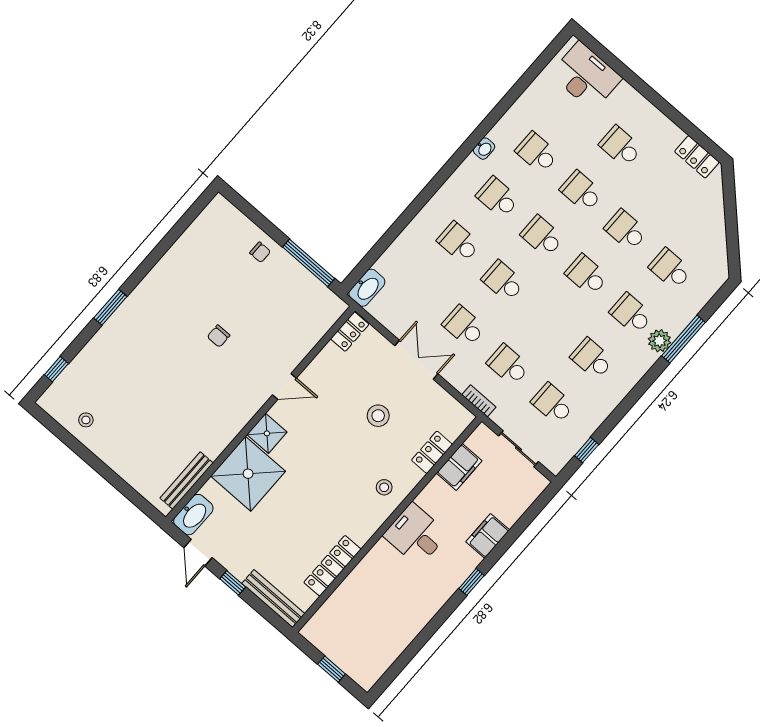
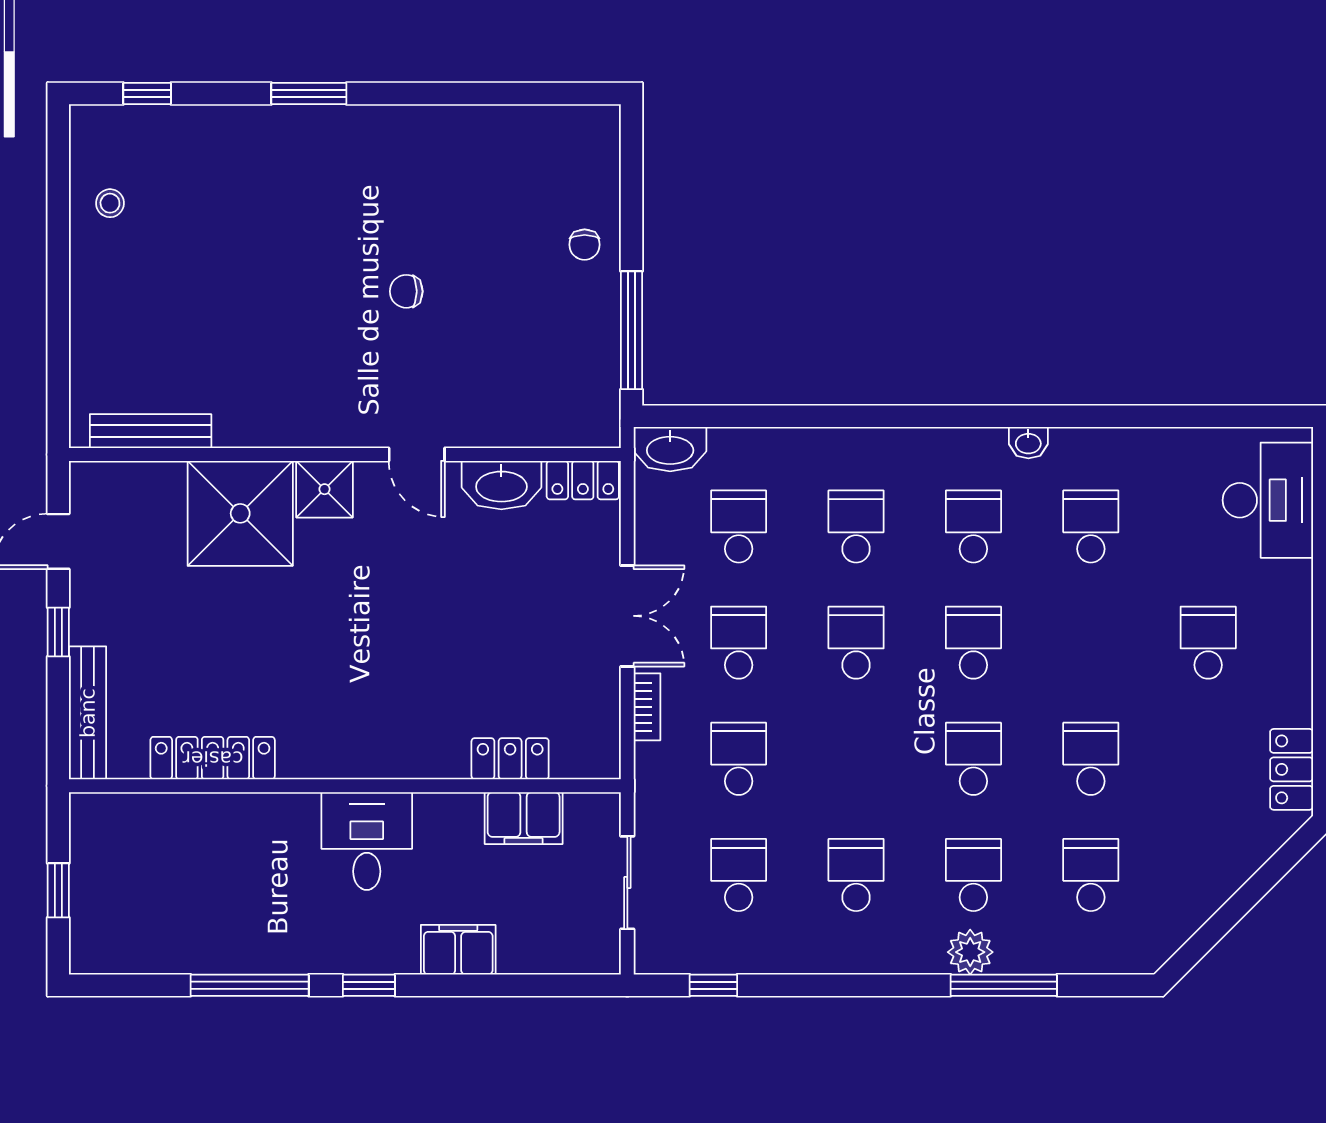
school desk: (581, 191) -> (739, 526), moved
bookcase: (479, 401) -> (647, 707), moved
stool: (378, 416) -> (495, 631), removed
stool: (384, 487) -> (396, 733), removed
washbasin: (193, 515) -> (501, 485), moved
window: (432, 628) -> (250, 985), added

